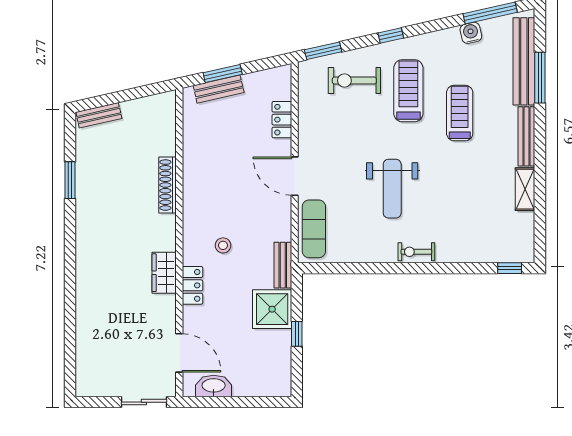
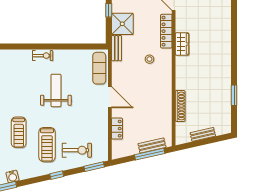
window: (223, 73) -> (150, 154), width x1.44
bench: (99, 115) -> (203, 134), moved
shoe rack: (167, 185) -> (180, 106), moved
locker: (192, 285) -> (166, 31), width x1.53

